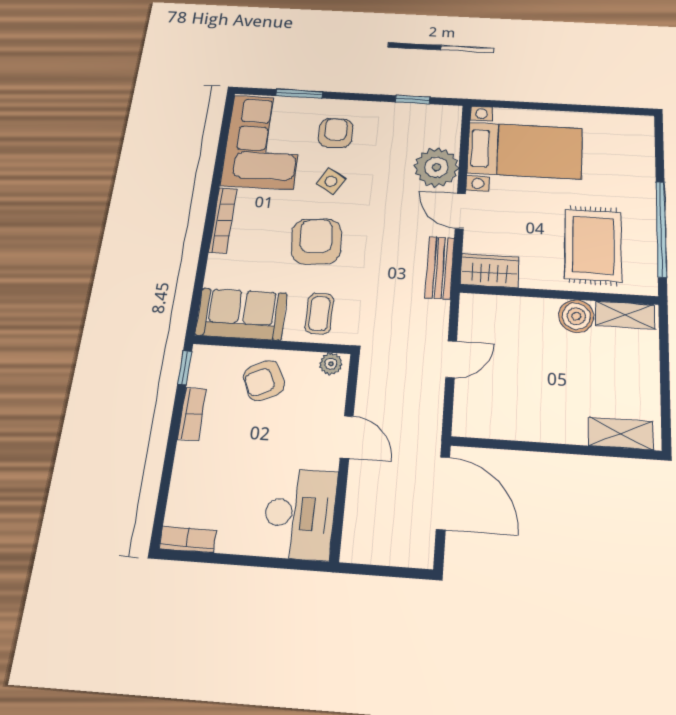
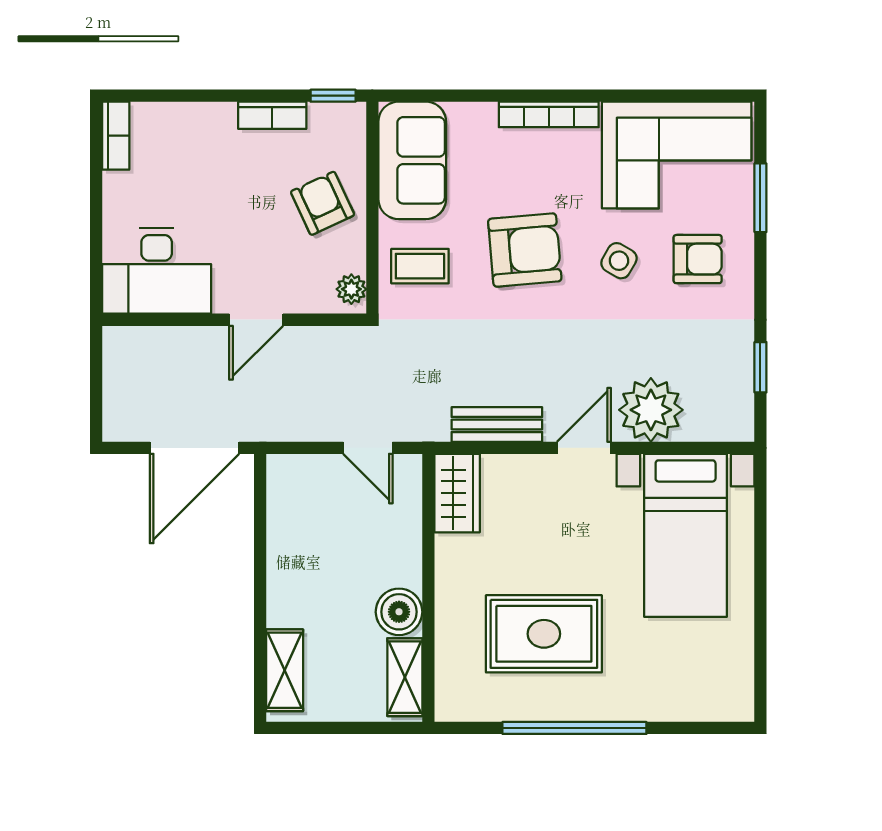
wardrobe: (490, 271) -> (457, 493), moved
wall: (559, 295) -> (428, 588), moved
shelving: (625, 315) -> (405, 677), moved
boiler: (576, 316) -> (399, 612), moved

